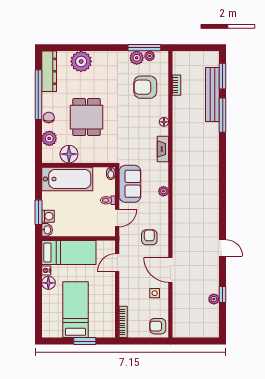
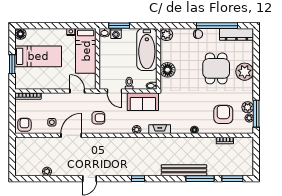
plant: (81, 61) -> (245, 72), moved
bench: (212, 95) -> (184, 170), moved
dining table: (87, 117) -> (216, 68), moved, turned 90
plant: (49, 138) -> (166, 35), moved
fireplace: (163, 149) -> (160, 129), moved
floor lamp: (69, 154) -> (168, 70), moved
floor lamp: (48, 283) -> (20, 34), moved
window: (223, 295) -> (138, 179), moved

